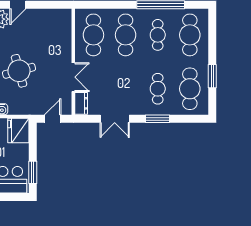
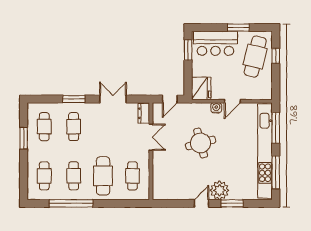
cafe table: (93, 35) -> (132, 176), width x0.73, depth x0.74
cafe table: (190, 35) -> (44, 176), width x0.73, depth x0.74
double door: (73, 77) -> (151, 137), swing flipped
cafe table: (190, 89) -> (44, 127), width x0.73, depth x0.74

